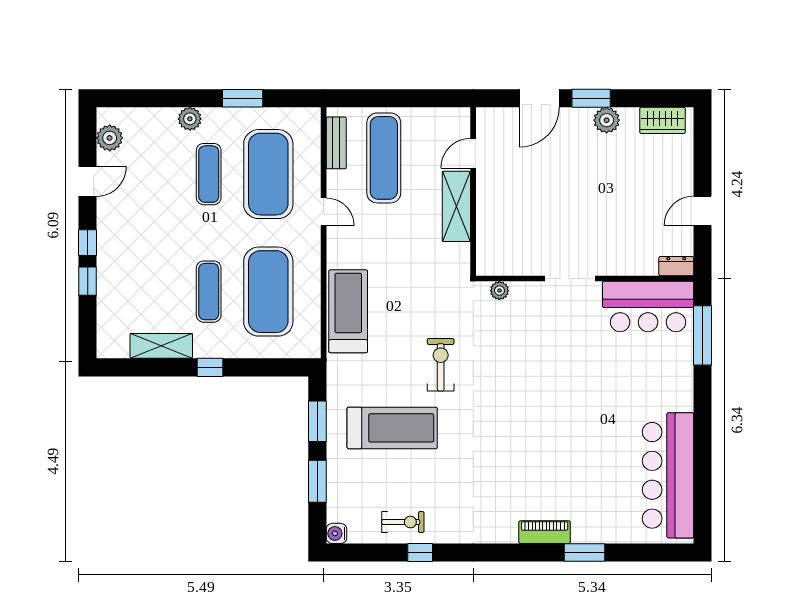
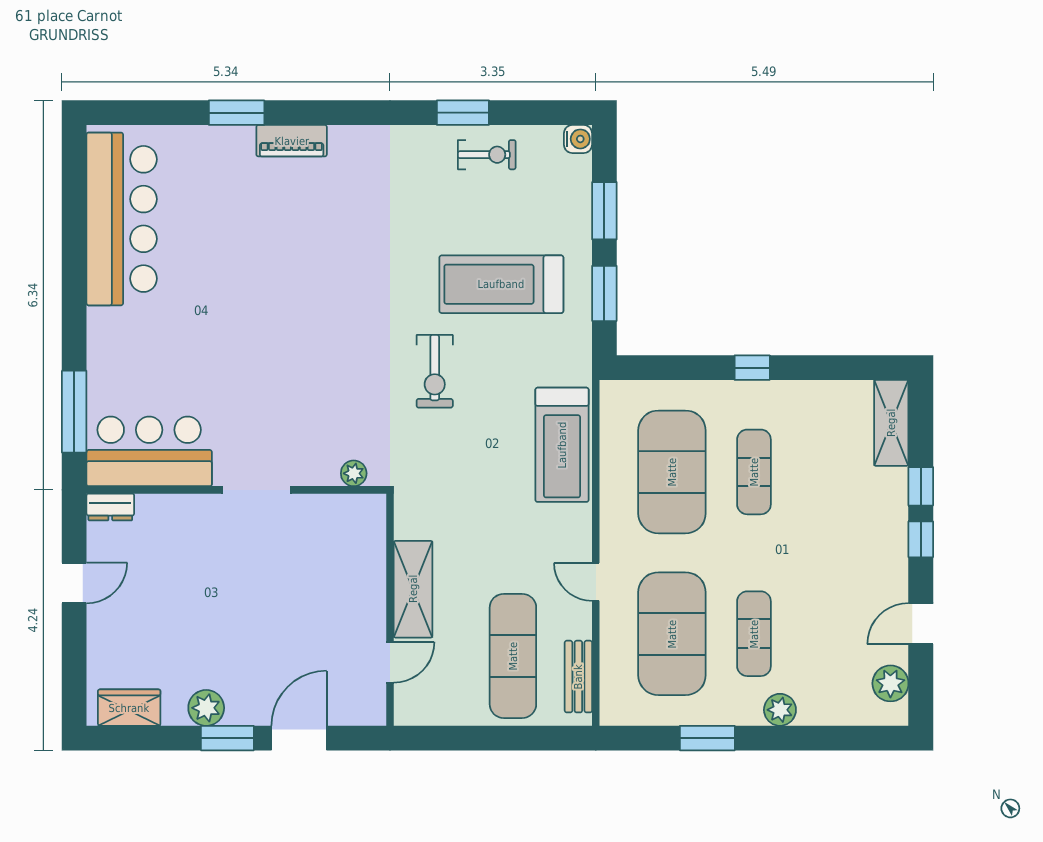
shelving: (161, 346) -> (891, 423), moved, turned 90
exercise bike: (403, 522) -> (487, 155), turned 180
window: (420, 553) -> (463, 113), width x1.50

